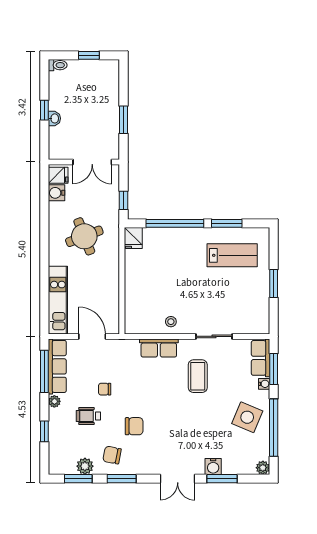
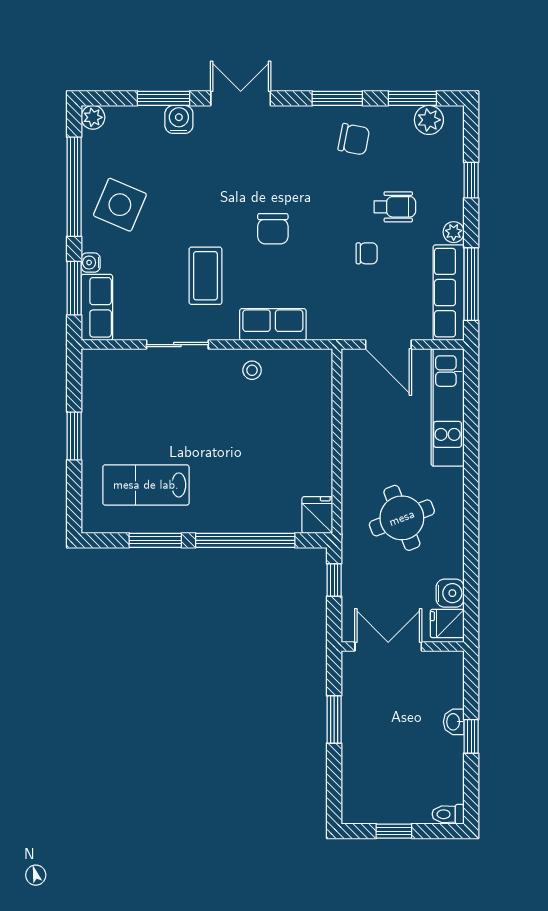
chair: (134, 426) -> (273, 229), moved, turned -90
plant: (85, 466) -> (429, 120), moved

